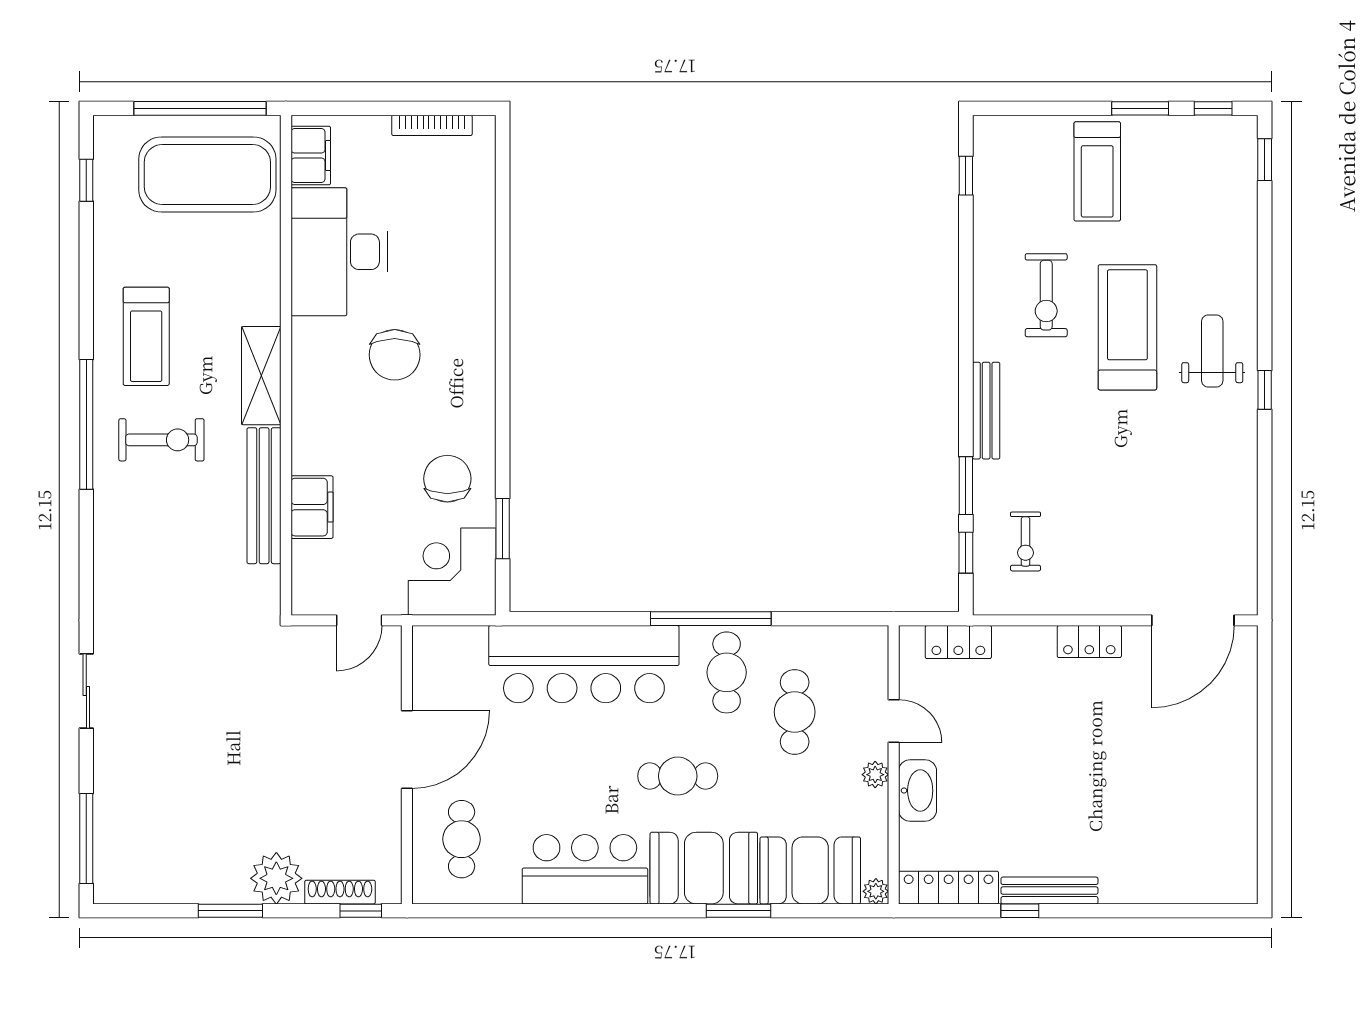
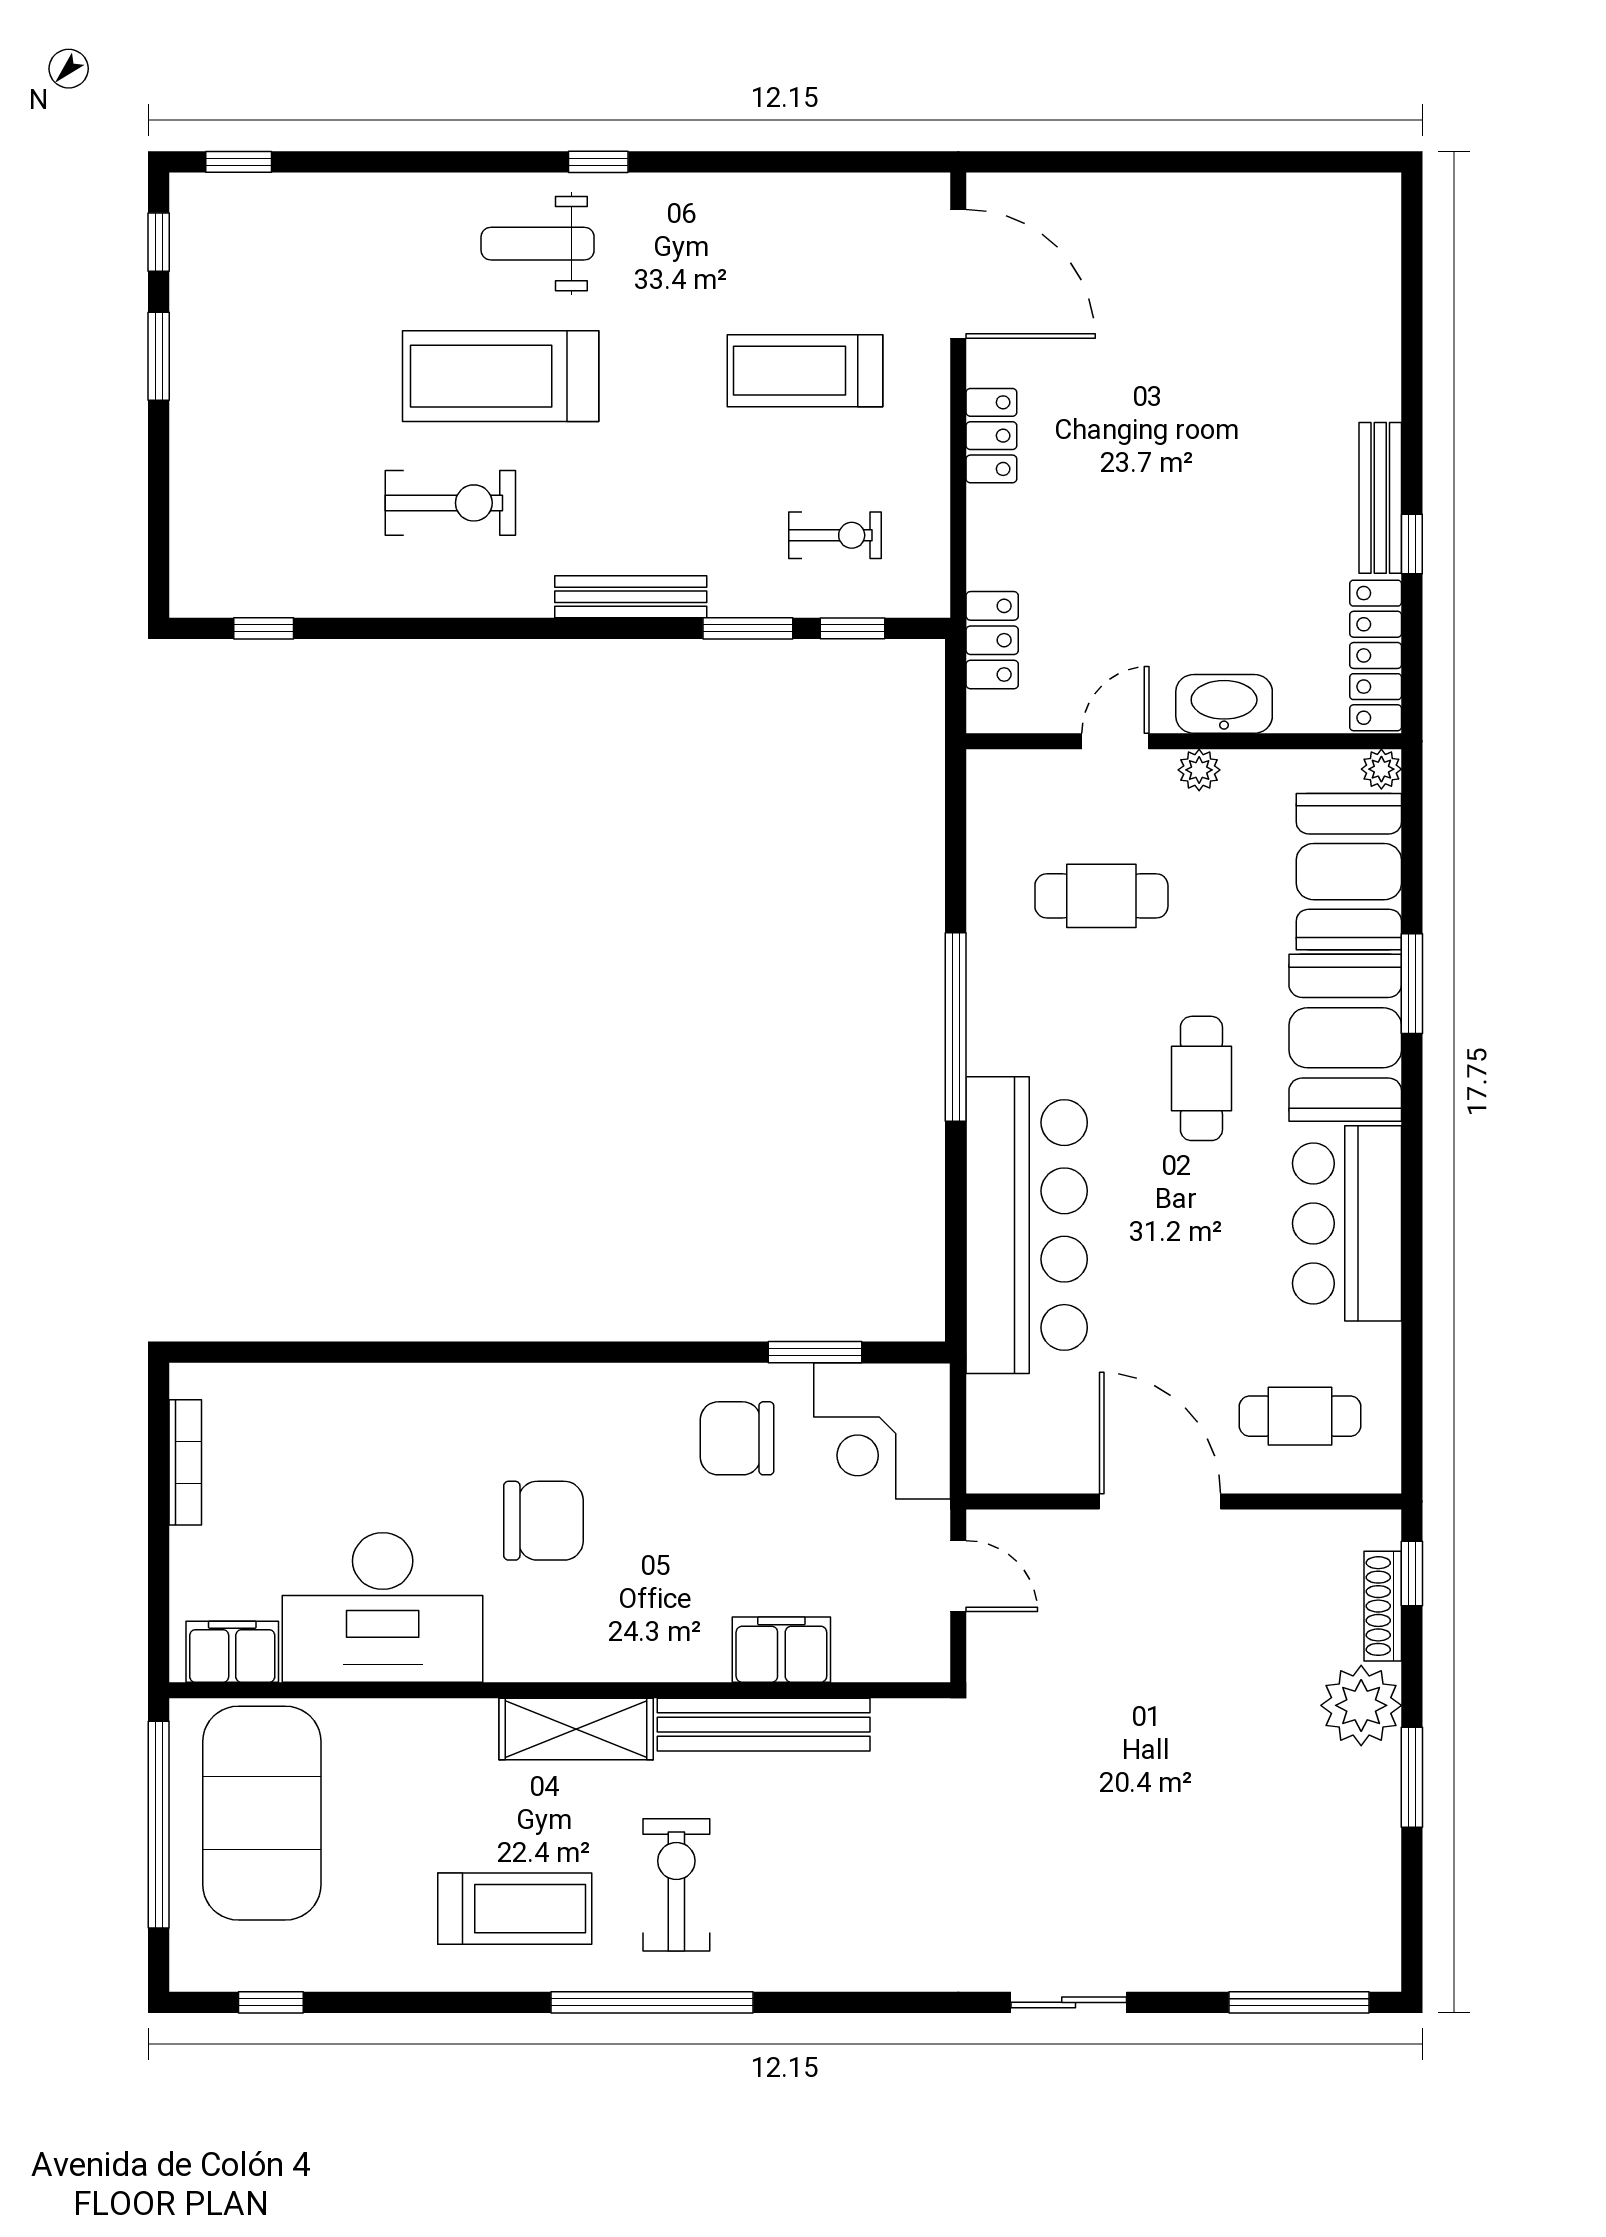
treadmill: (1097, 171) -> (805, 371), moved, turned 180
cafe table: (727, 672) -> (1040, 1002), removed

